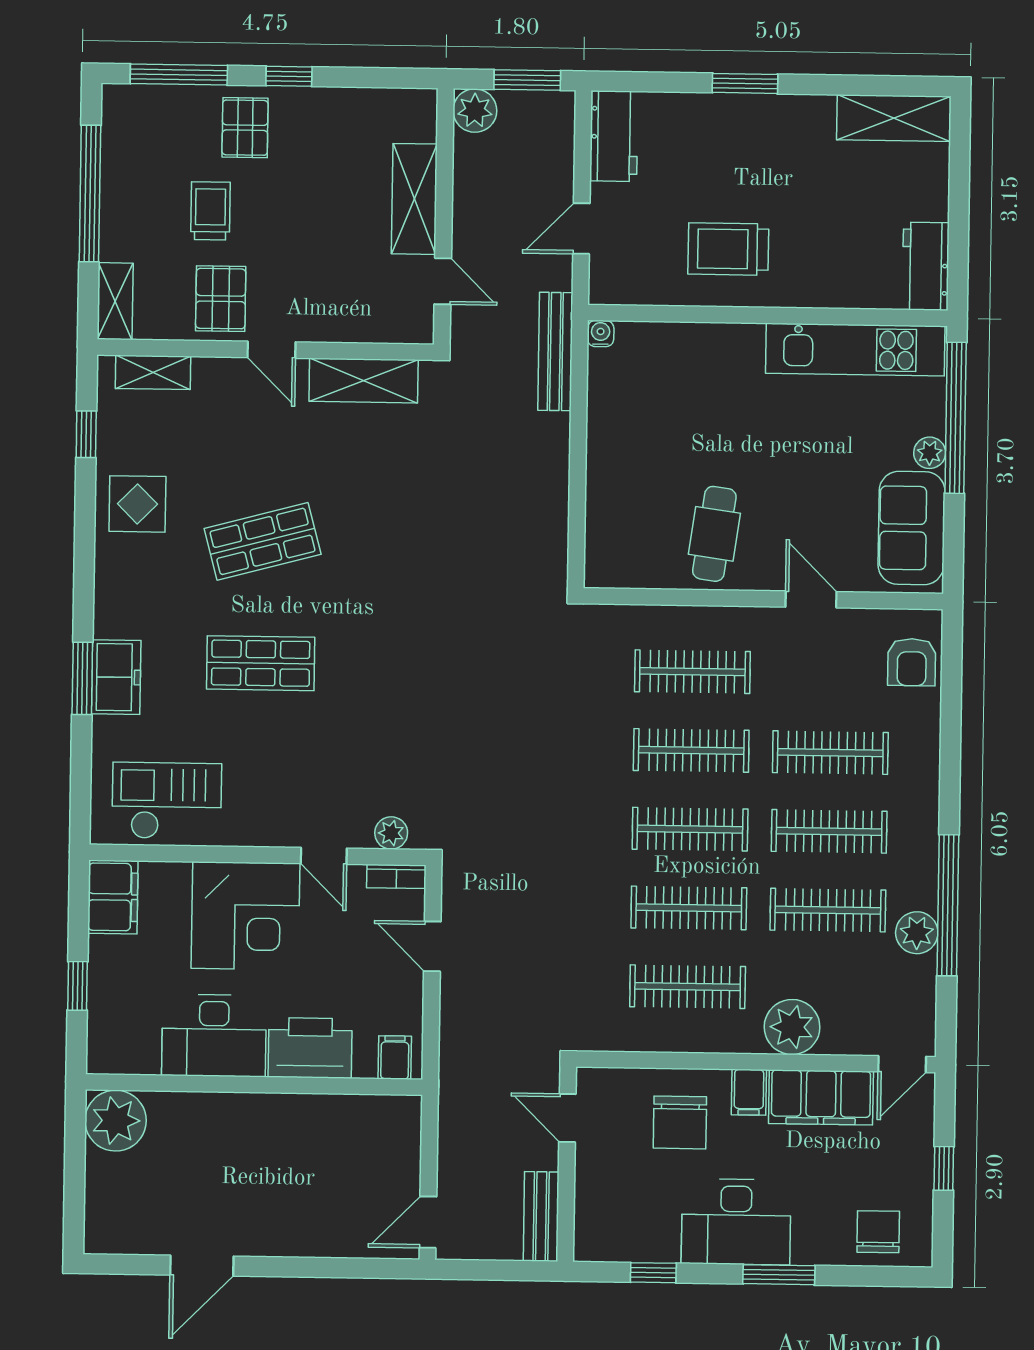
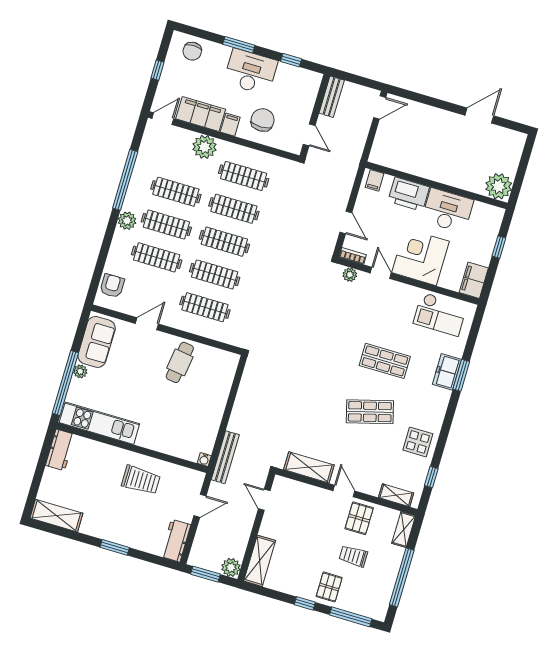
shelving: (414, 199) -> (260, 561), moved
trolley: (210, 211) -> (353, 556), turned 90
door: (811, 599) -> (147, 324), swing flipped
plant: (917, 933) -> (127, 221), moved

